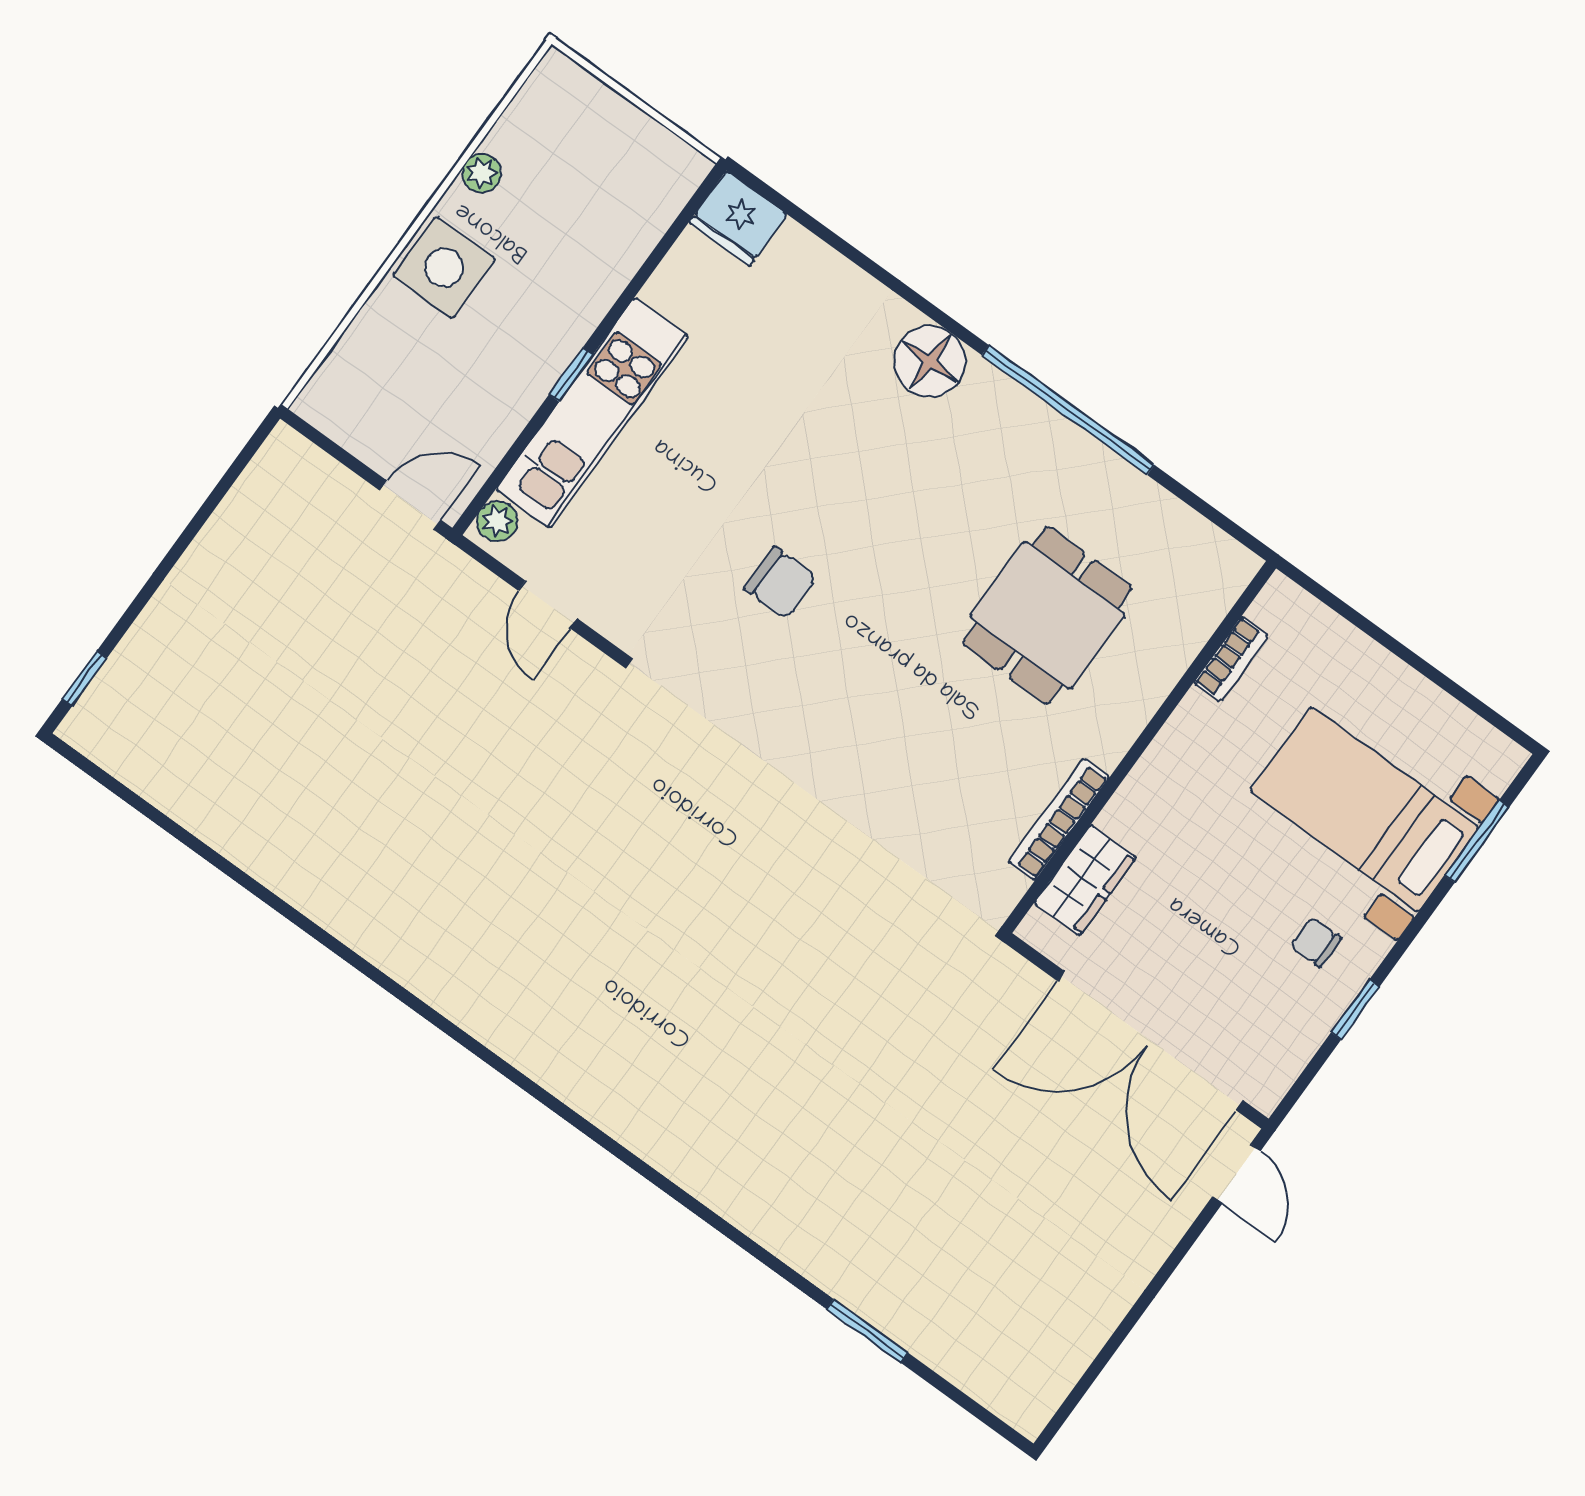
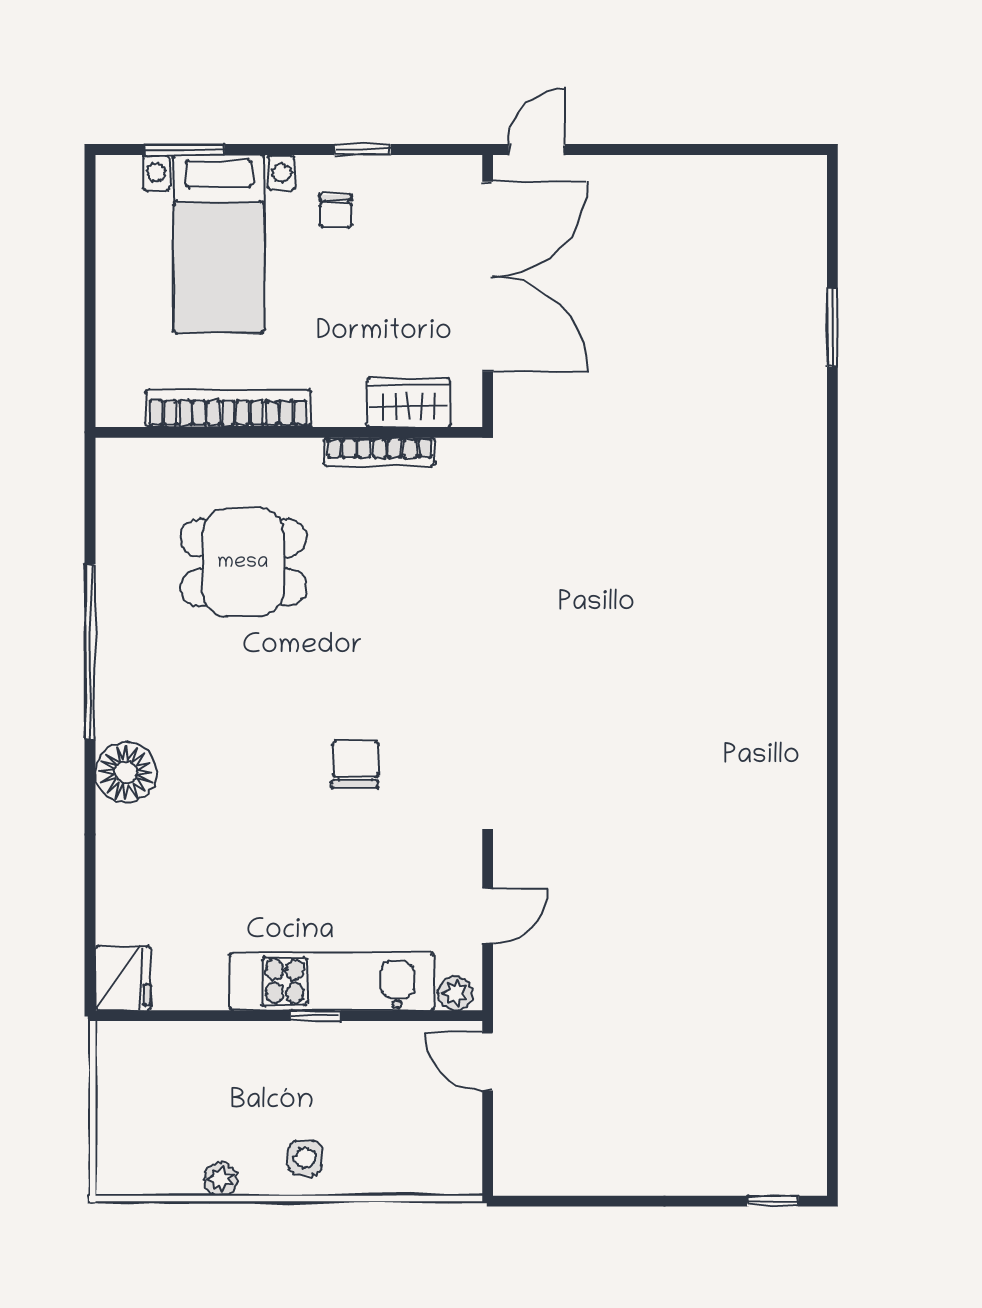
side table: (444, 267) -> (305, 1158), width x0.54, depth x0.54
bookcase: (1231, 659) -> (228, 408), width x2.31, depth x1.31

